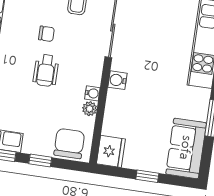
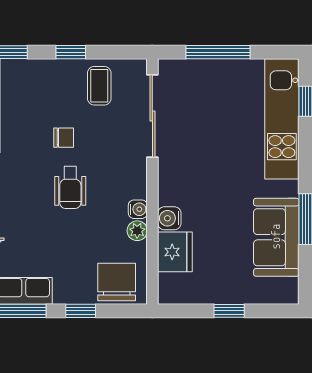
water cooler: (117, 80) -> (169, 218), moved
sofa: (186, 148) -> (276, 237), moved
fridge: (111, 151) -> (175, 252), moved

